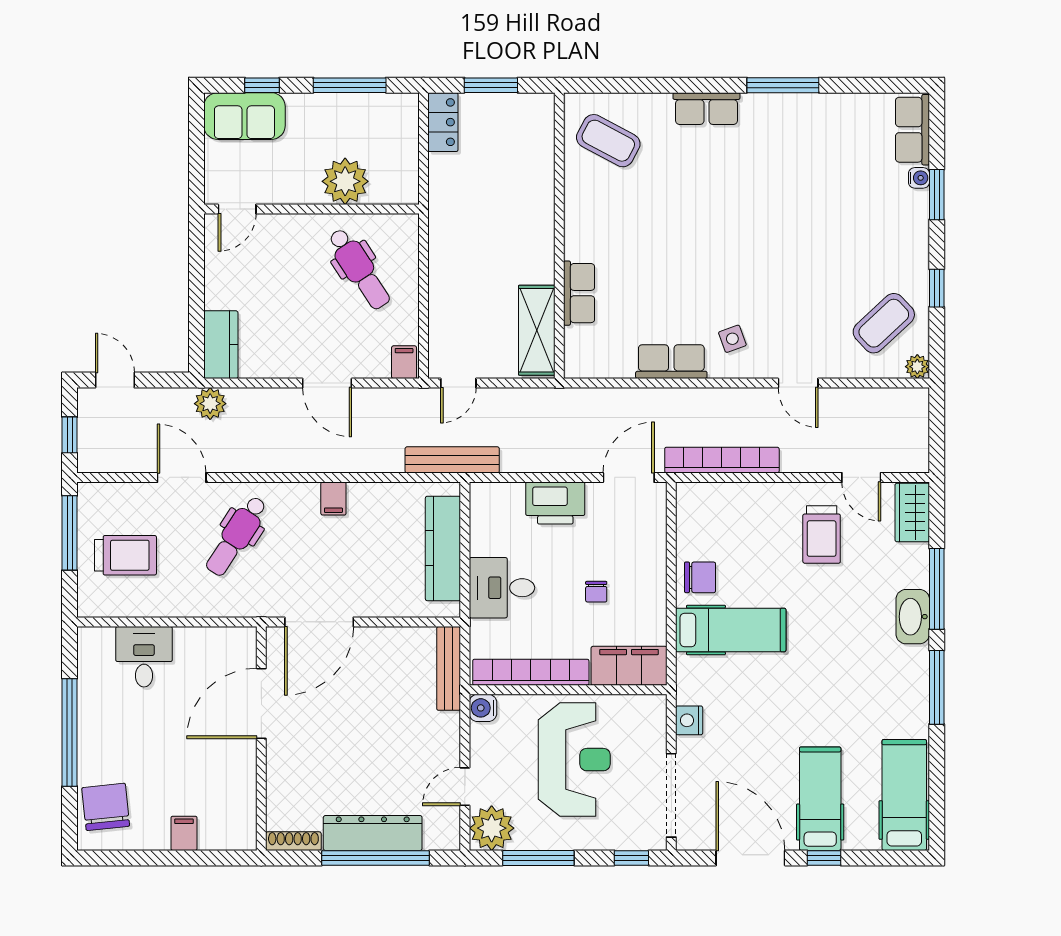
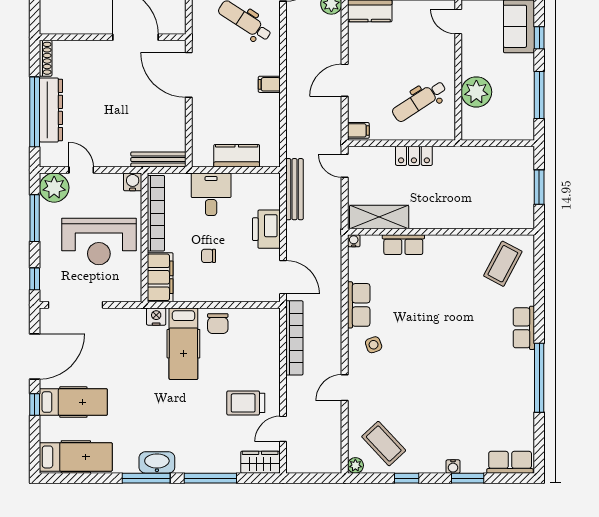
window: (783, 85) -> (539, 378), width x1.46
locker: (443, 122) -> (414, 156), moved
water cooler: (919, 178) -> (453, 467), moved
water cooler: (573, 369) -> (354, 241), added
bench: (452, 460) -> (294, 189), moved
kitchen counter: (443, 548) -> (237, 156), width x0.67
washbasin: (913, 617) -> (157, 462), moved
nightstand: (689, 720) -> (156, 317), moved

